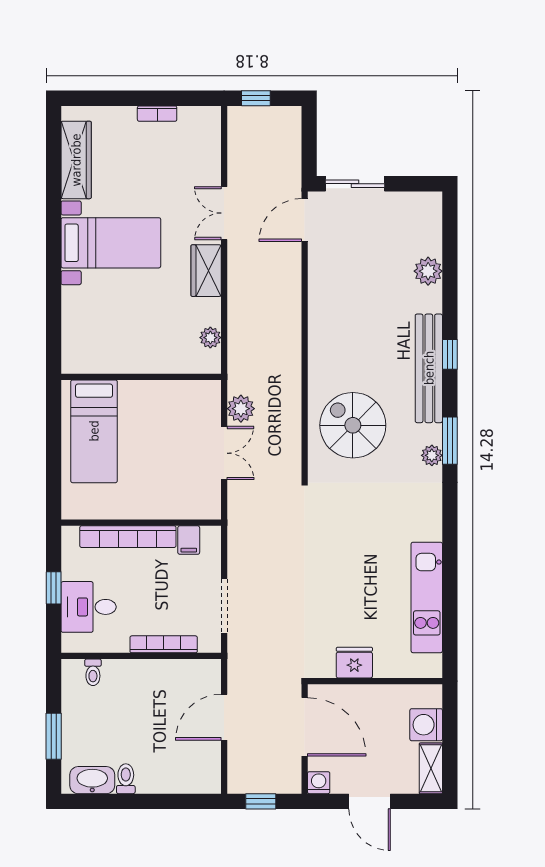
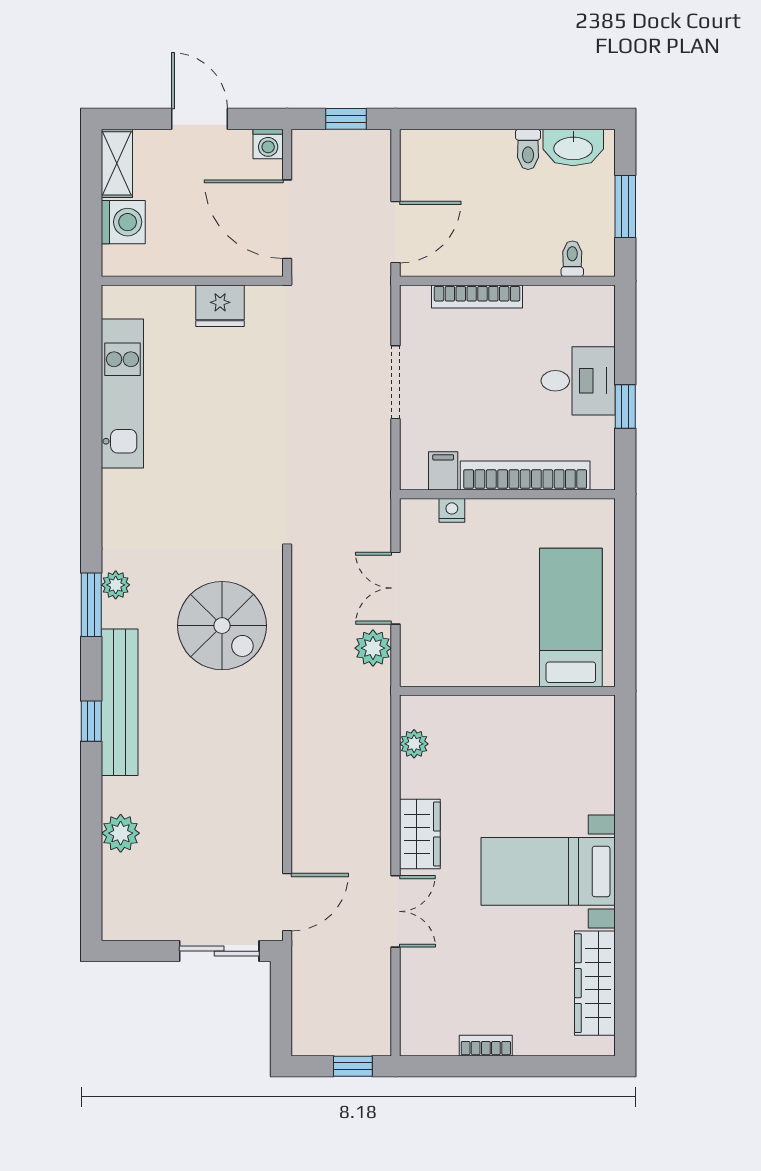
nightstand: (182, 511) -> (452, 510), added
bookcase: (164, 644) -> (477, 296), moved
wall: (141, 656) -> (507, 281), moved
toilet: (93, 672) -> (572, 259), moved

